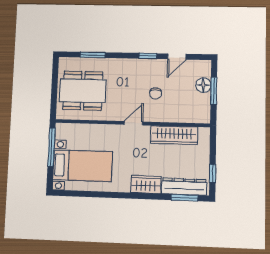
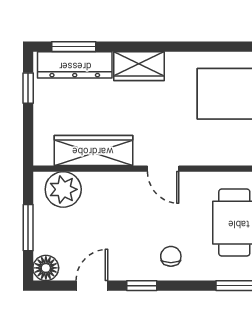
floor lamp: (203, 85) -> (46, 268), moved
chair: (156, 93) -> (171, 256), moved
plant: (193, 113) -> (63, 189), added
door: (133, 123) -> (163, 169), hinge flipped

